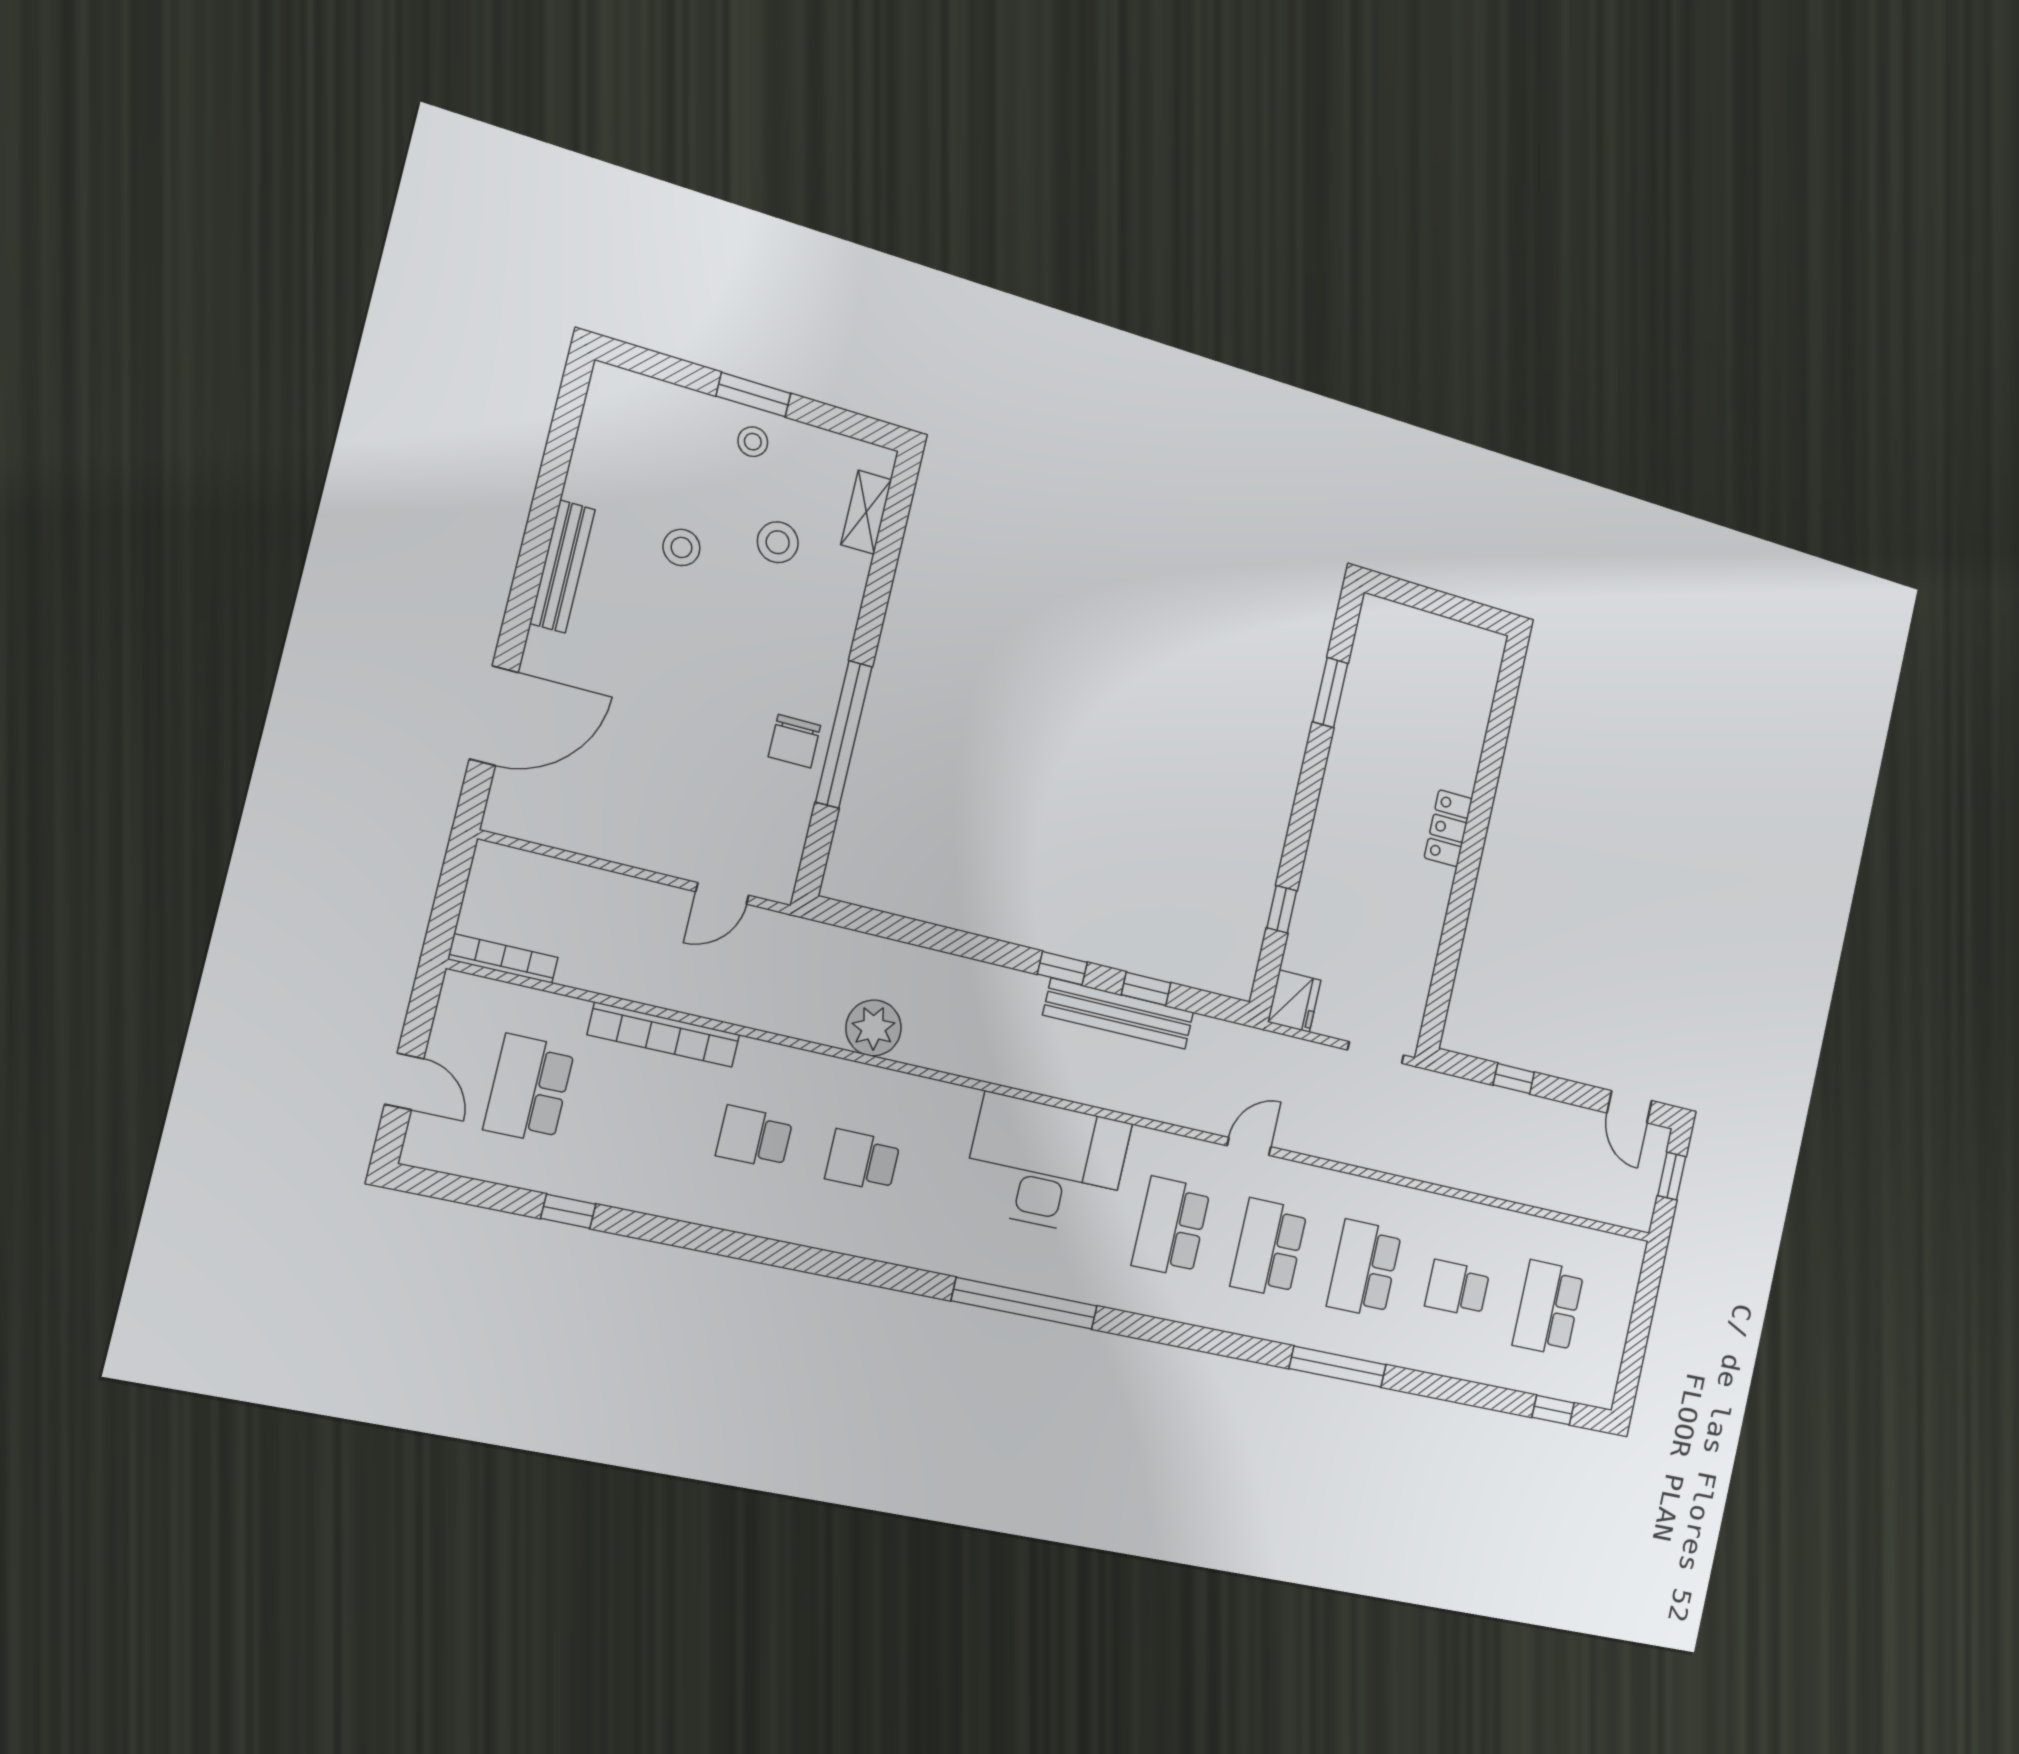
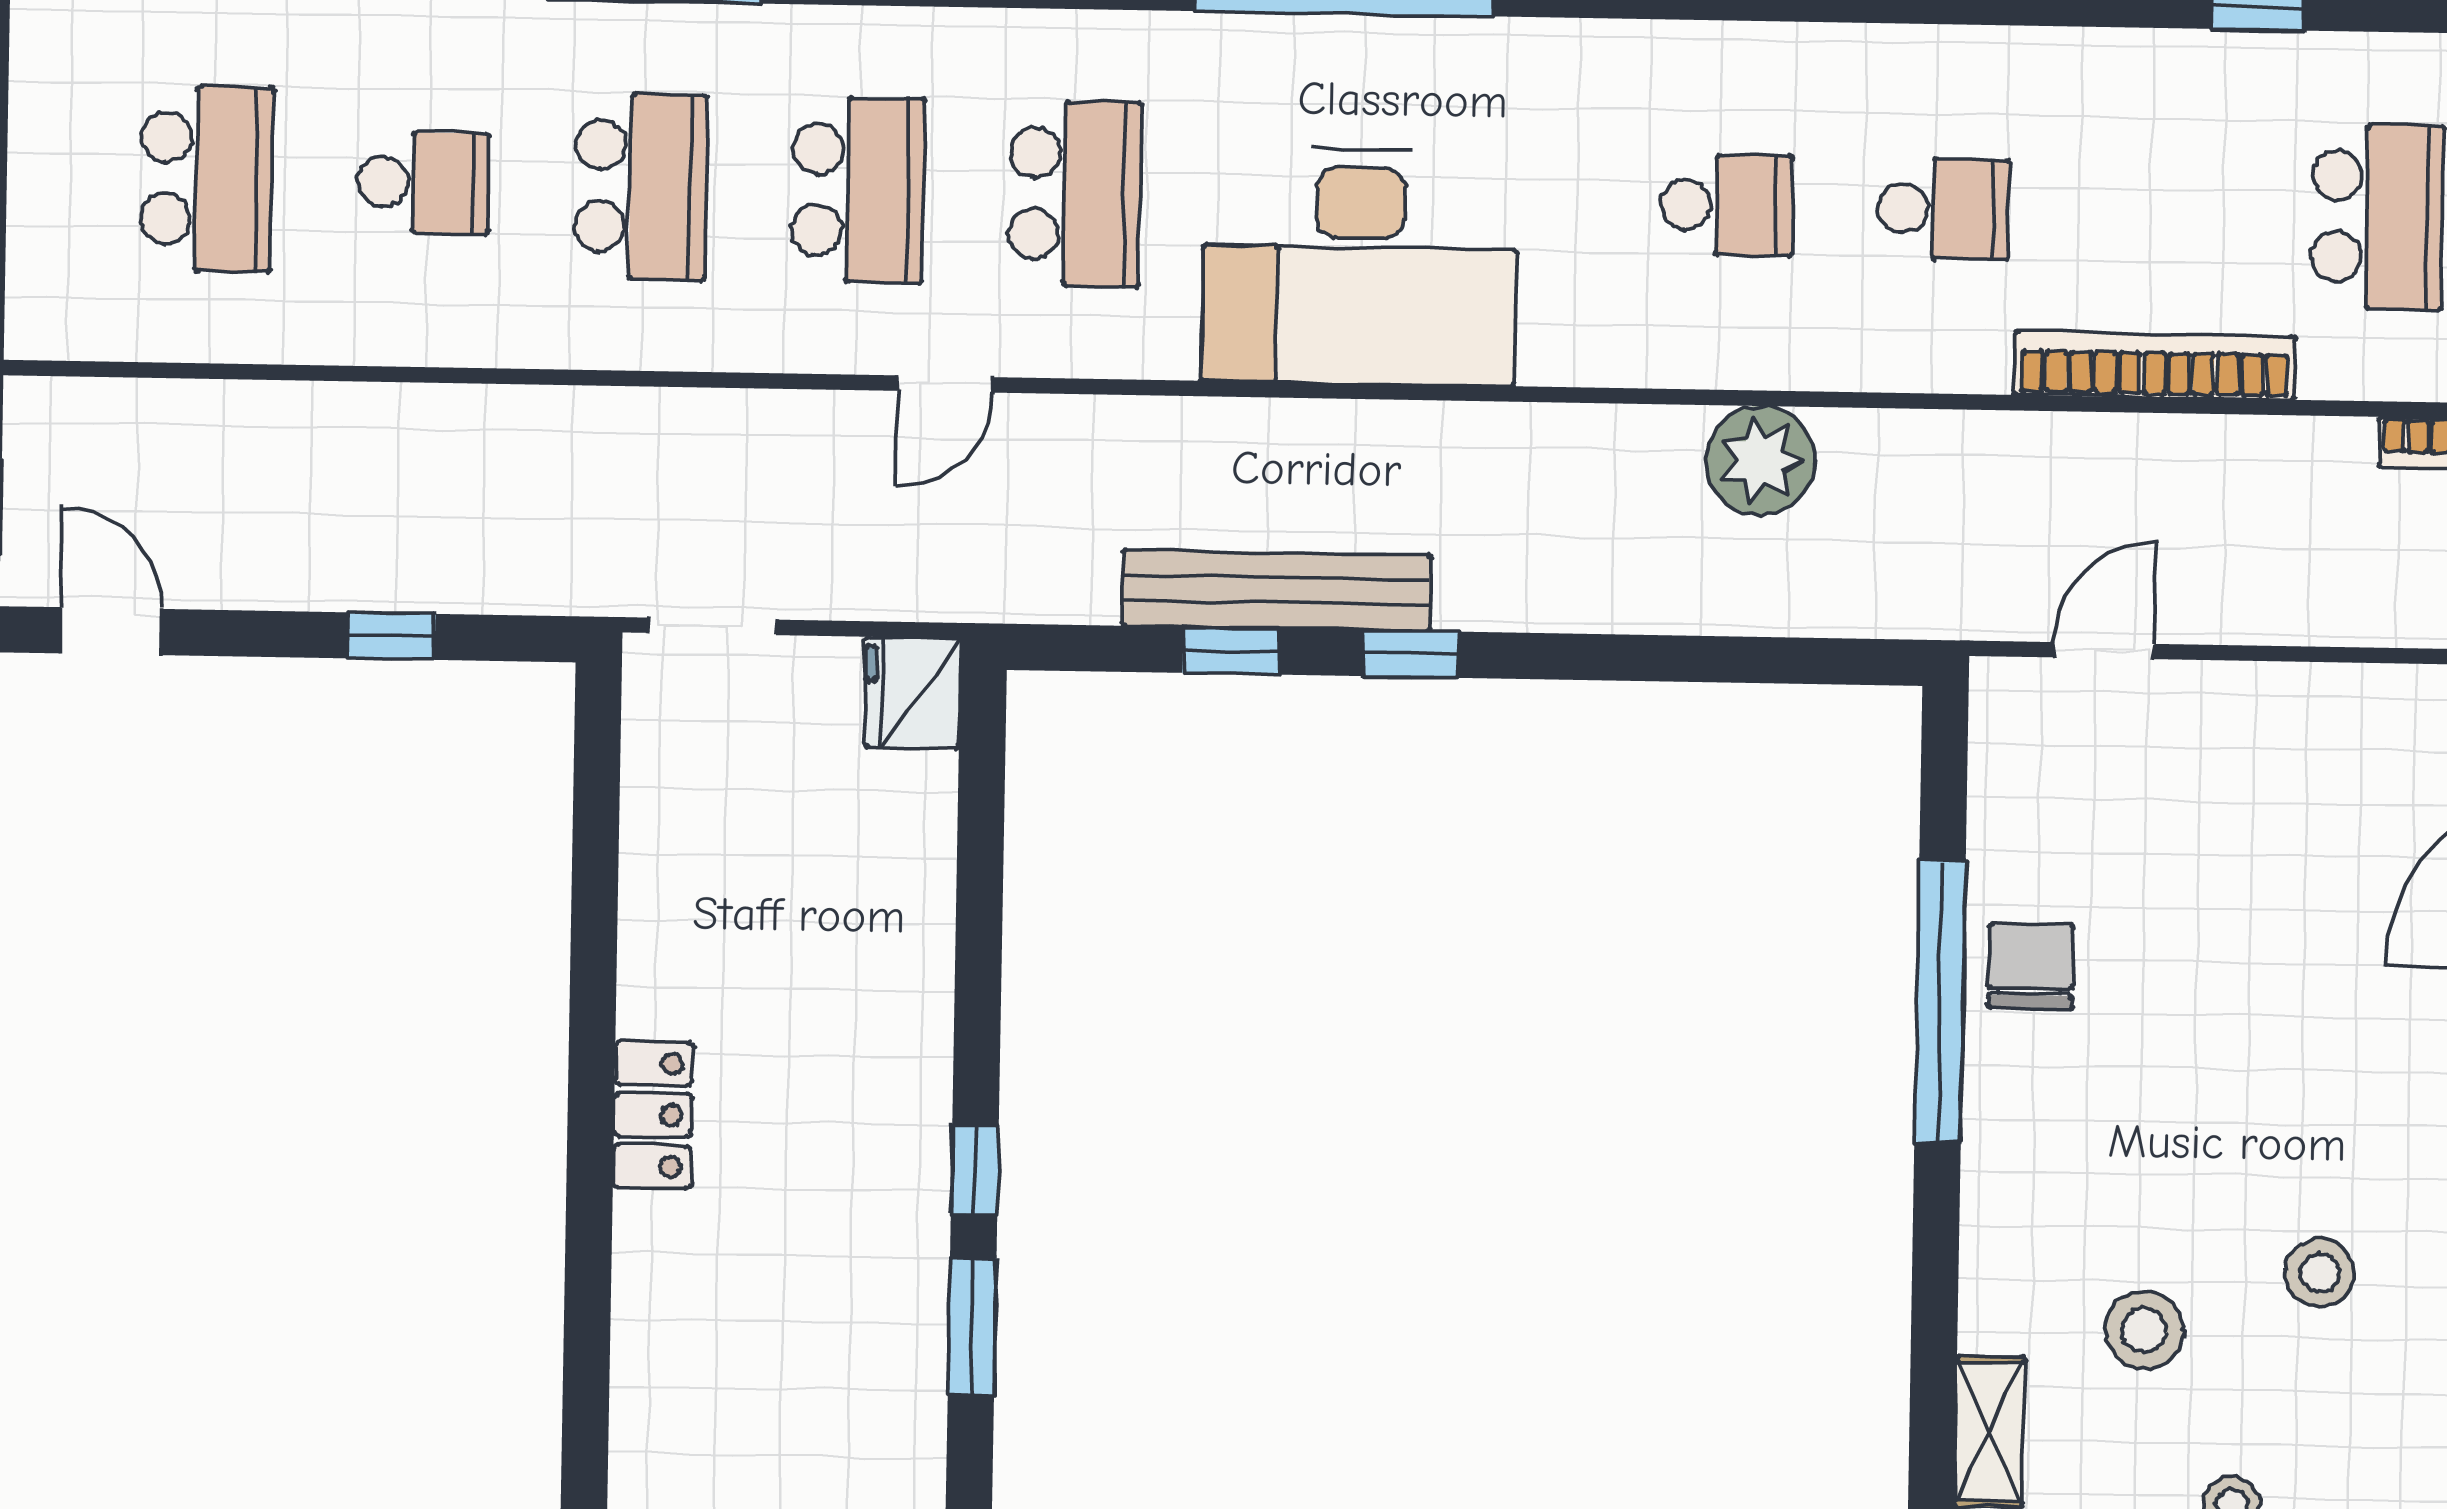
window: (1282, 909) -> (975, 1170), moved

